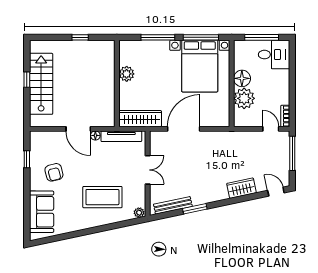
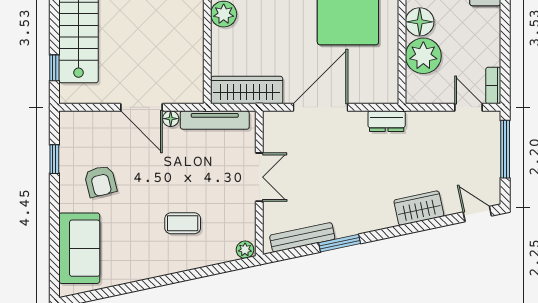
window: (27, 80) -> (54, 68), moved
dresser: (223, 137) -> (387, 121), added
coffee table: (102, 197) -> (183, 223), width x0.54, depth x0.58

